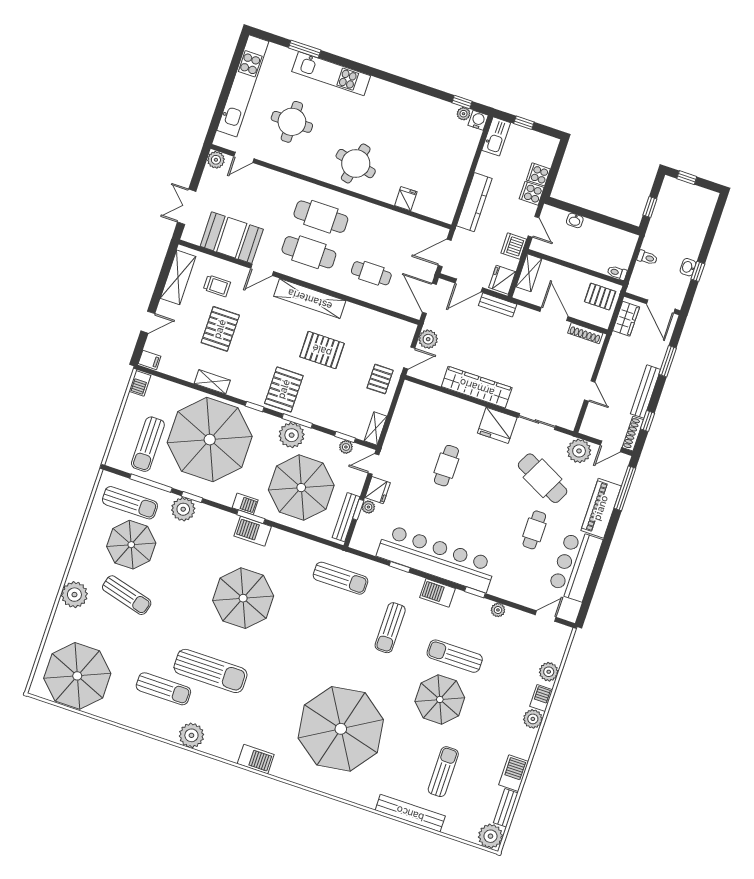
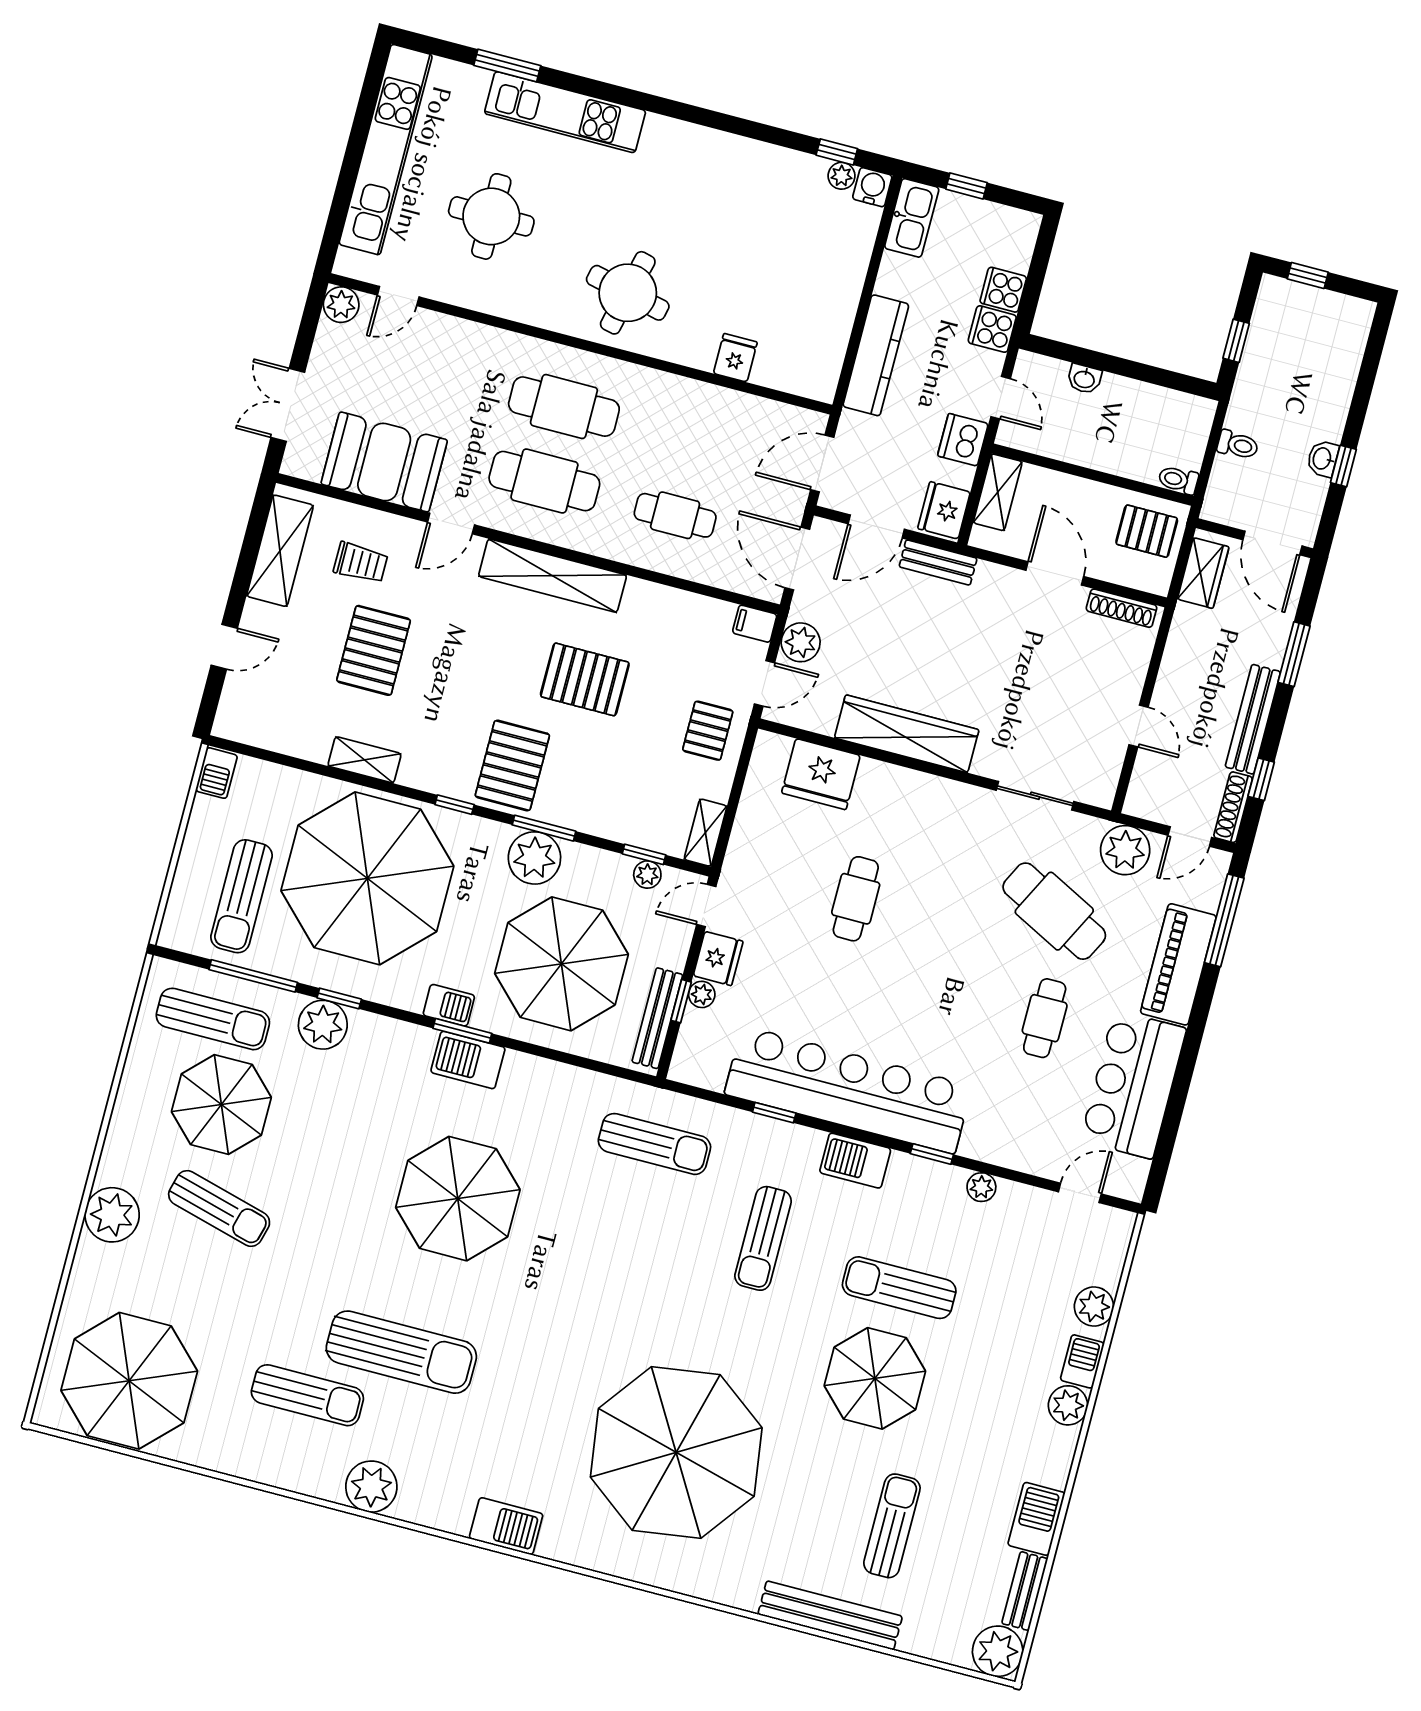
filing cabinet: (150, 360) -> (755, 624), moved, turned 180
fridge: (497, 425) -> (821, 774), moved

